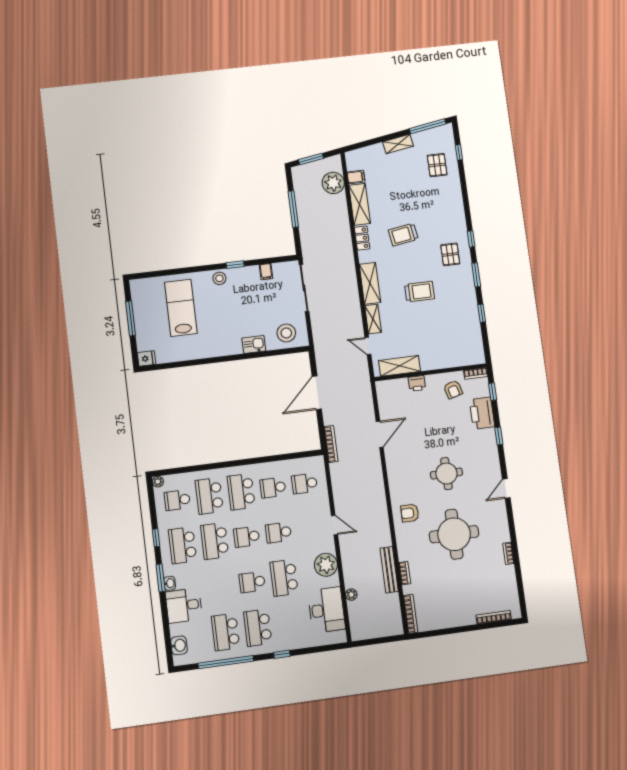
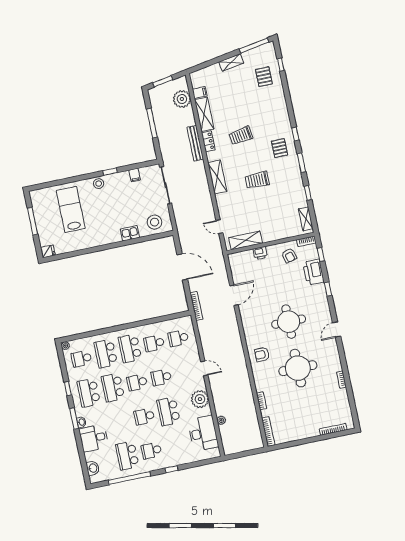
trolley: (420, 292) -> (257, 180), turned 180
shelving: (373, 319) -> (306, 219), moved
door: (317, 393) -> (182, 267), swing flipped
round table: (446, 474) -> (289, 322), width x1.36, depth x1.36
bench: (389, 570) -> (195, 143), moved
school desk: (258, 628) -> (151, 451), width x0.54

